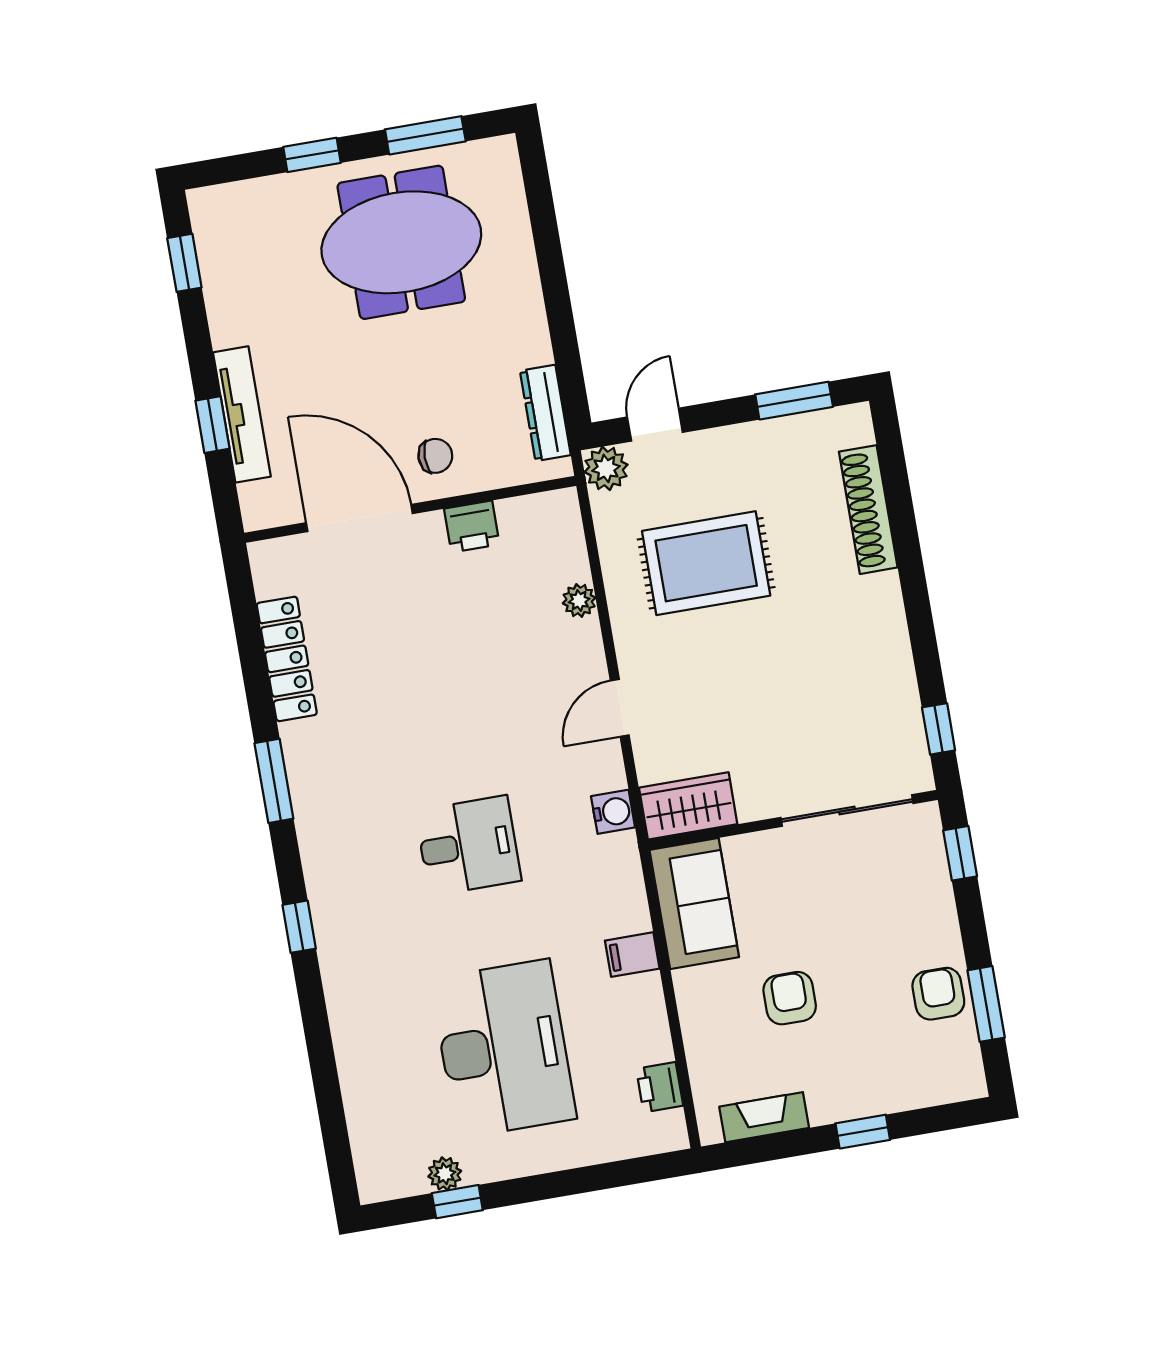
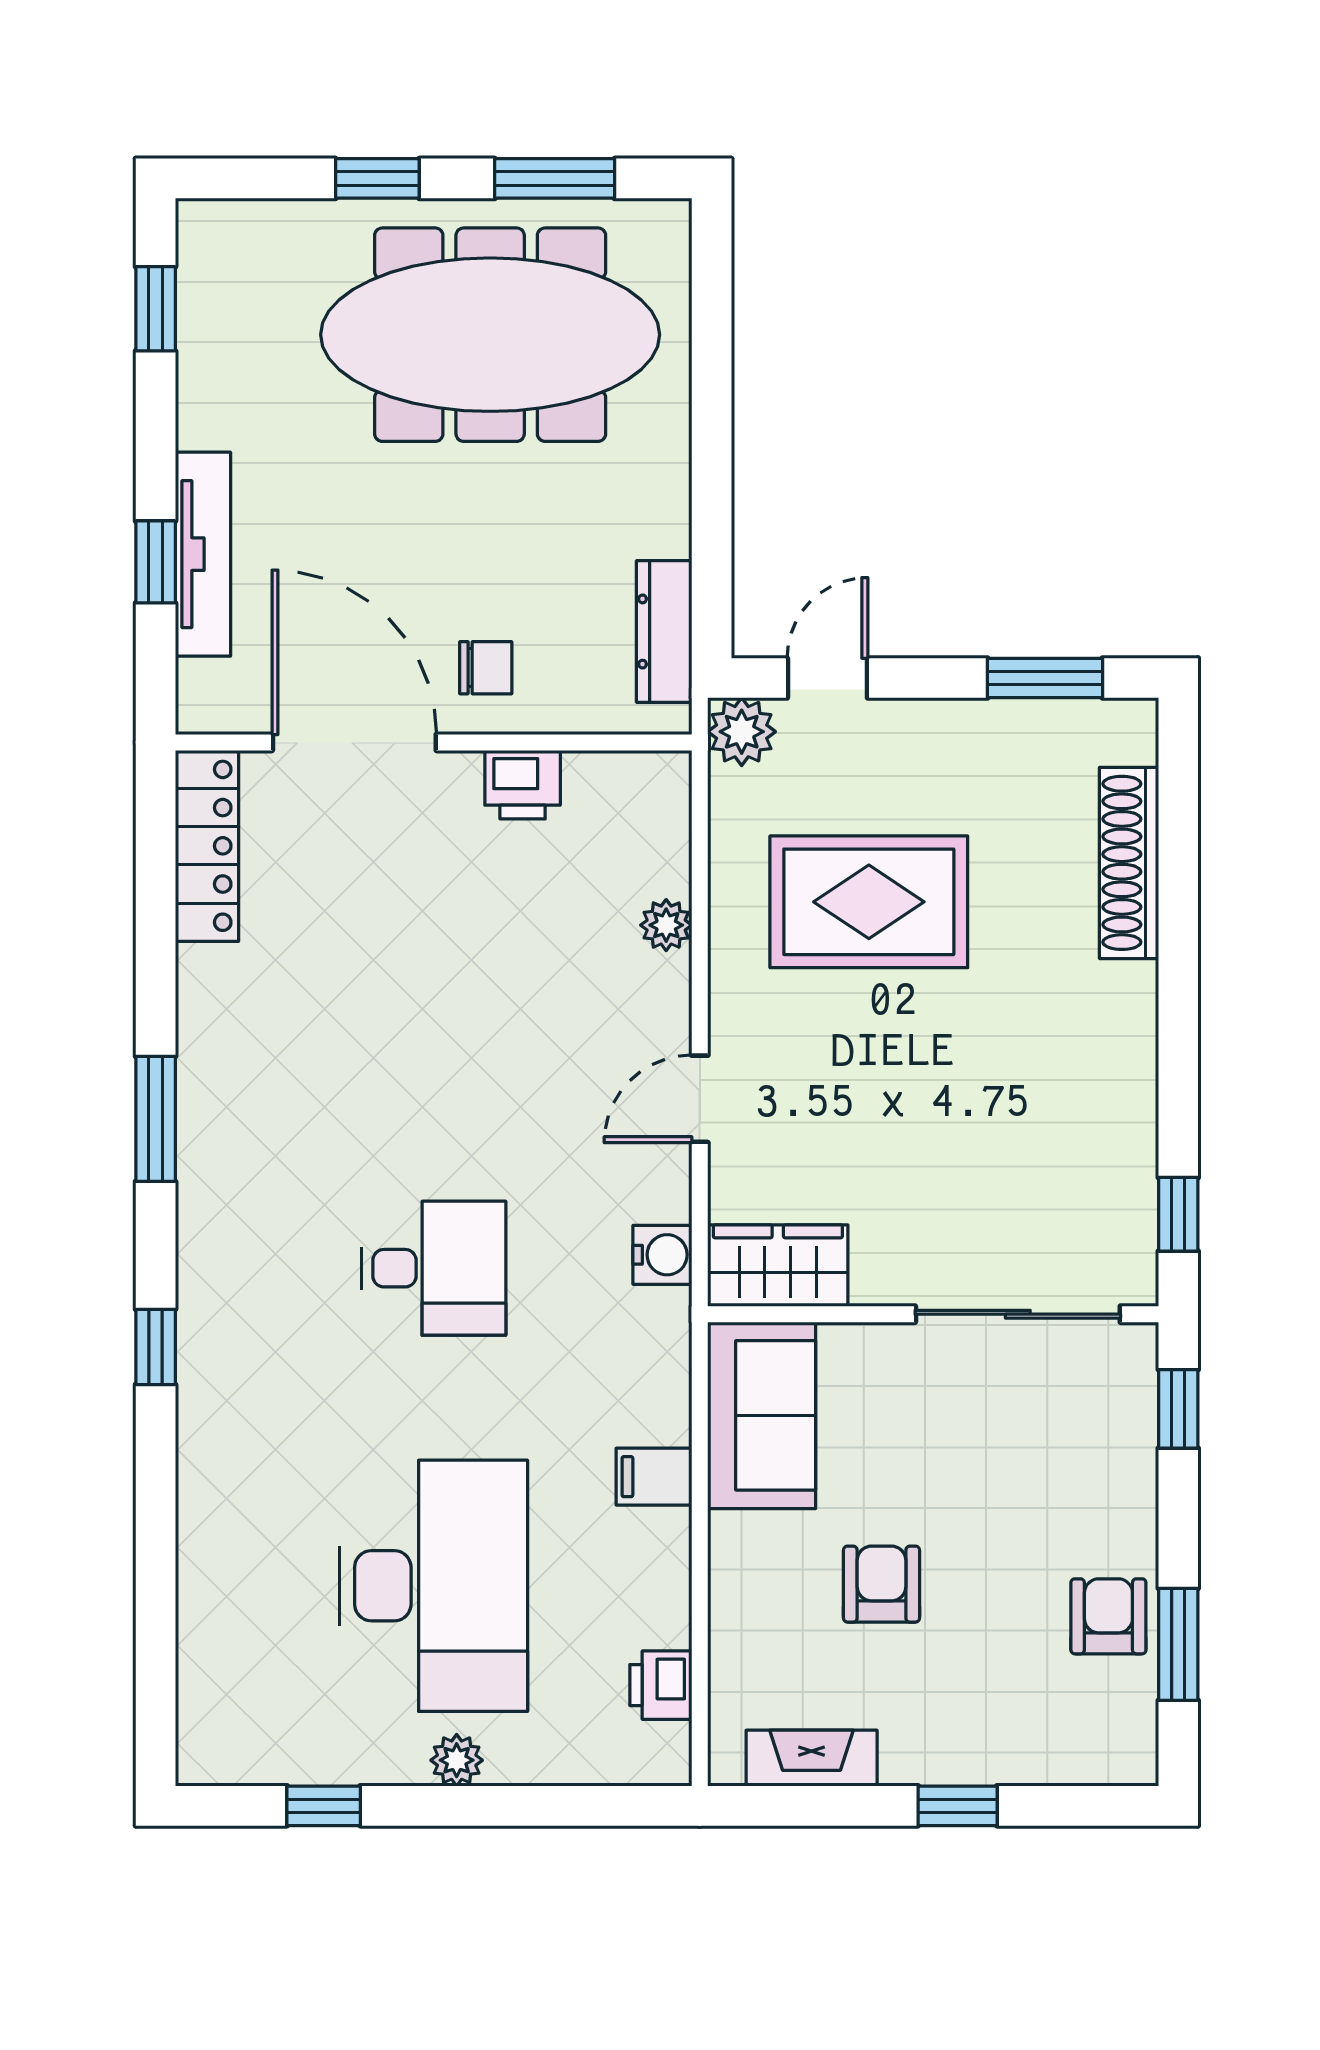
meeting table: (401, 242) -> (490, 335), width x1.36
locker: (287, 659) -> (207, 846), moved
plant: (445, 1174) -> (457, 1760), moved

